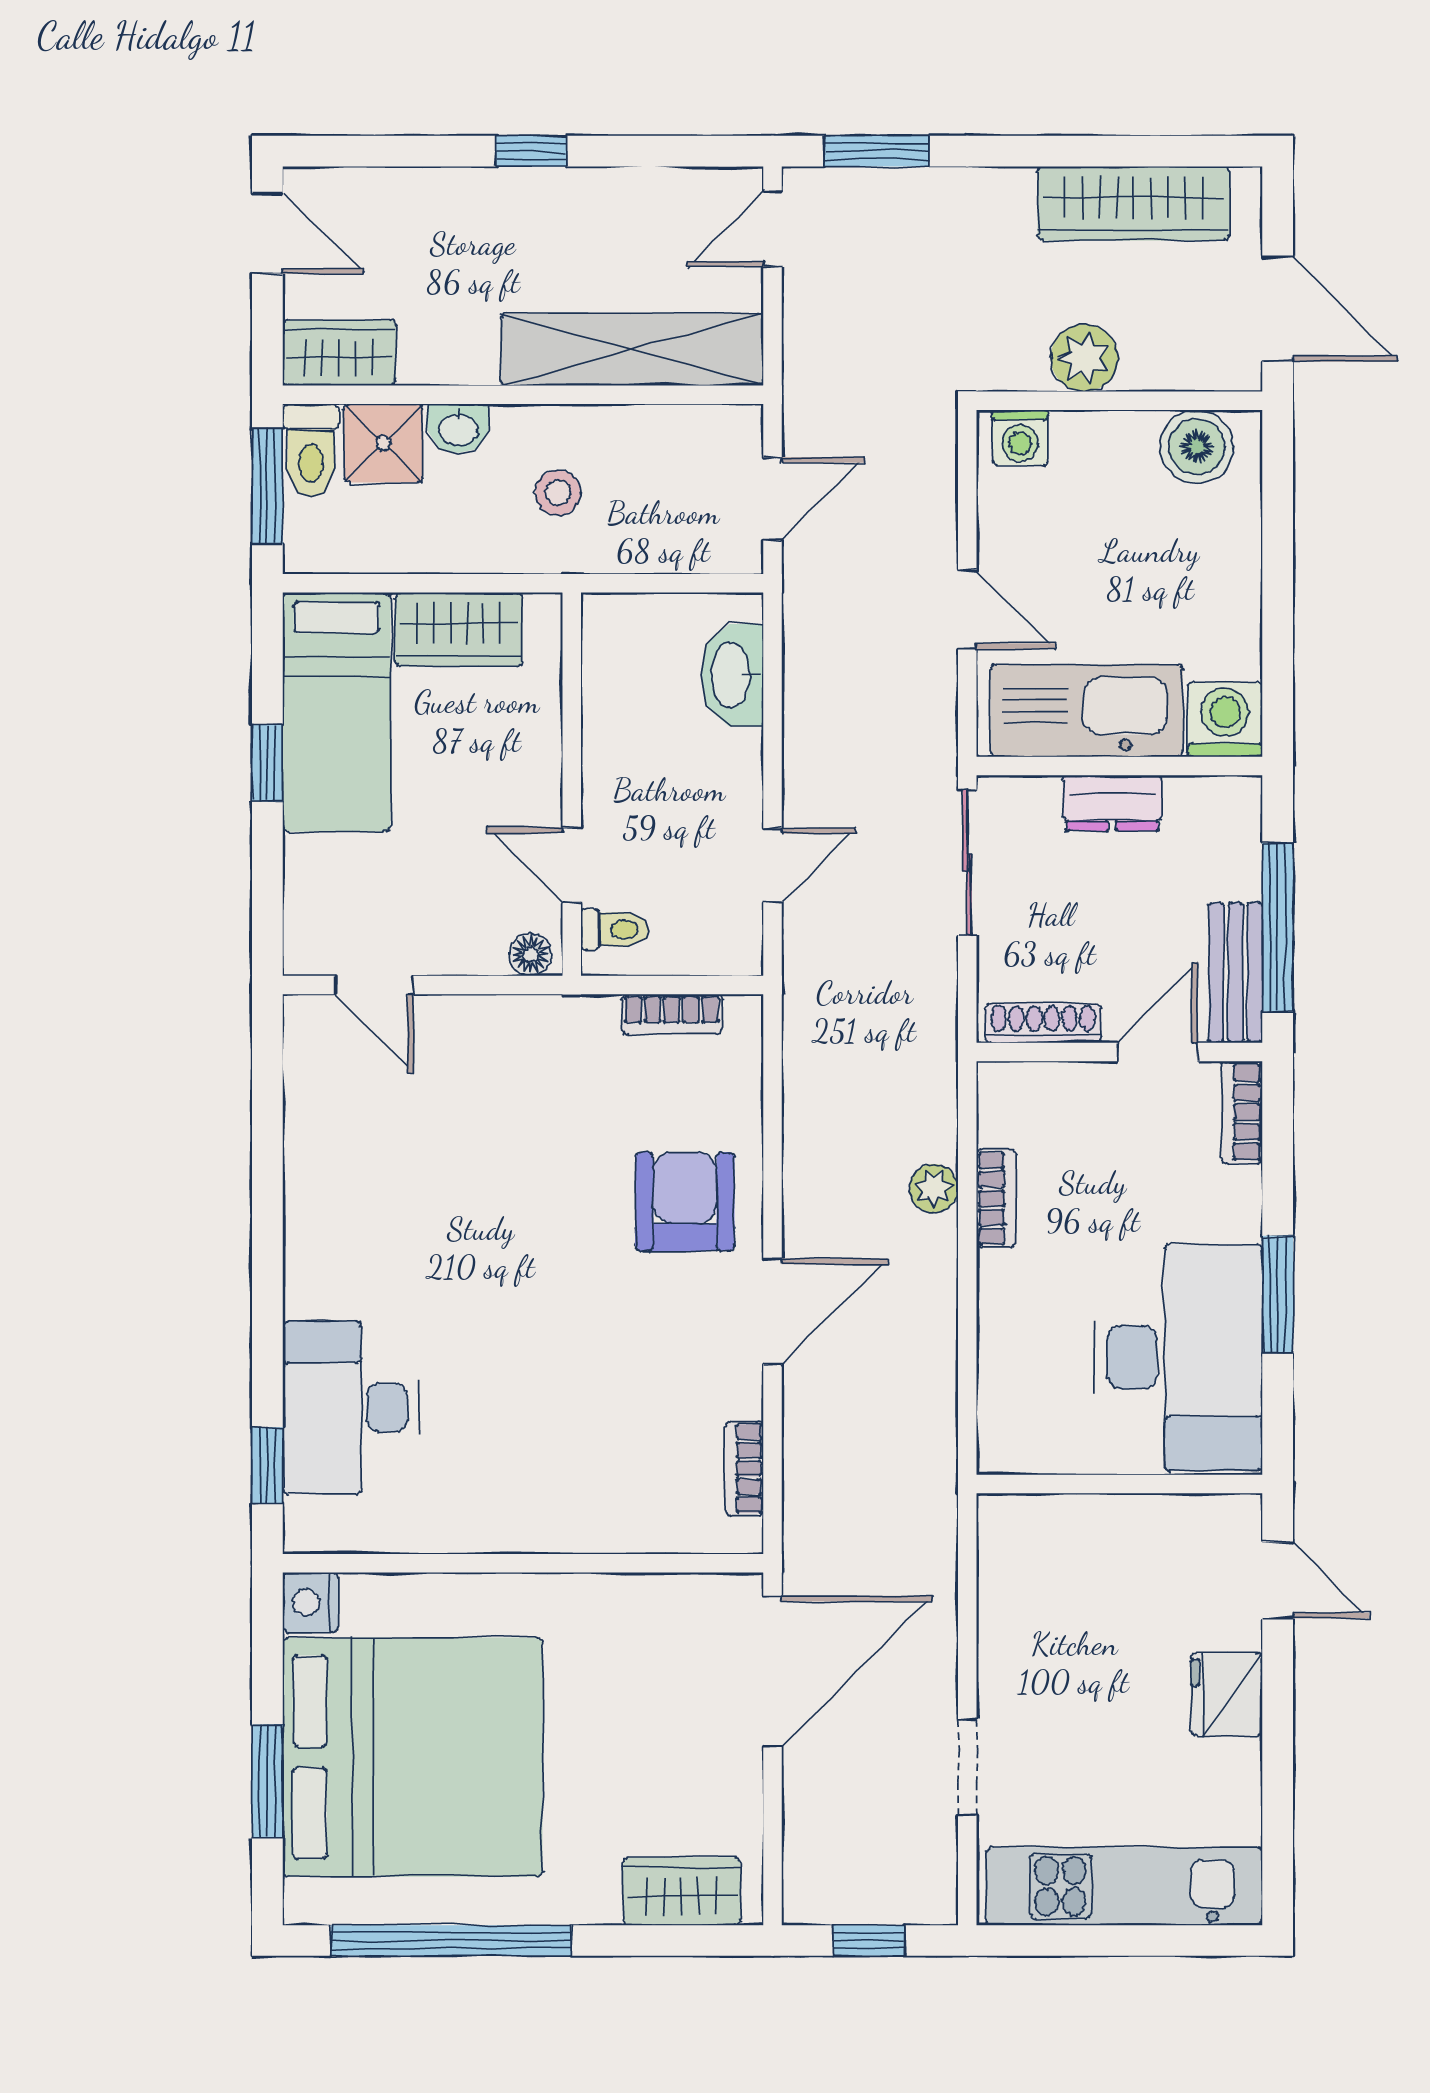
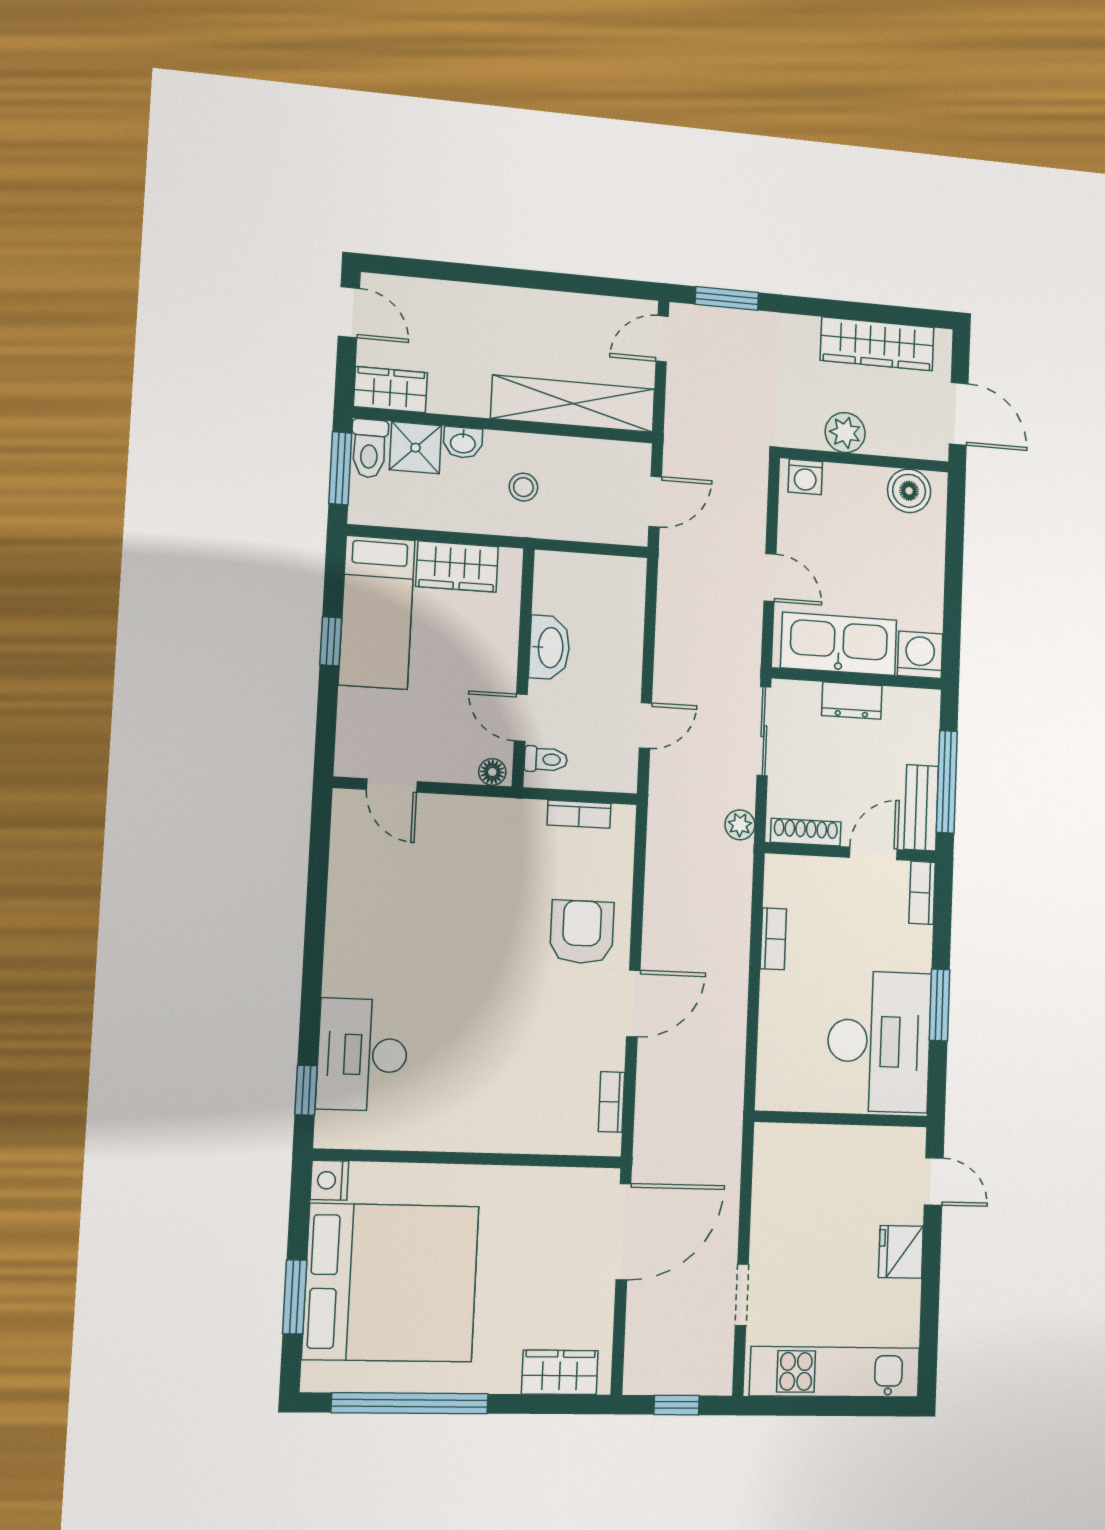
window: (531, 151) -> (517, 278), removed
washbasin: (732, 675) -> (549, 647), moved, turned 180
plant: (934, 1188) -> (740, 825), moved

